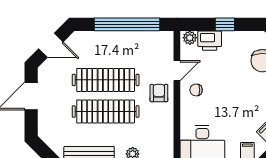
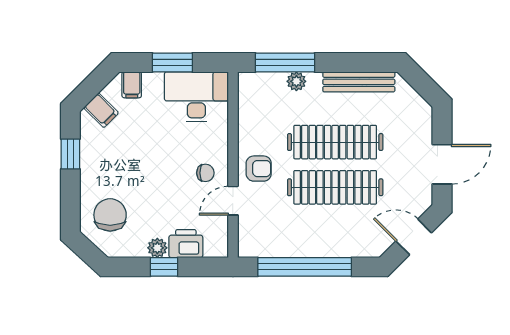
plant: (190, 38) -> (157, 248), moved
armchair: (159, 93) -> (259, 169), turned -90

